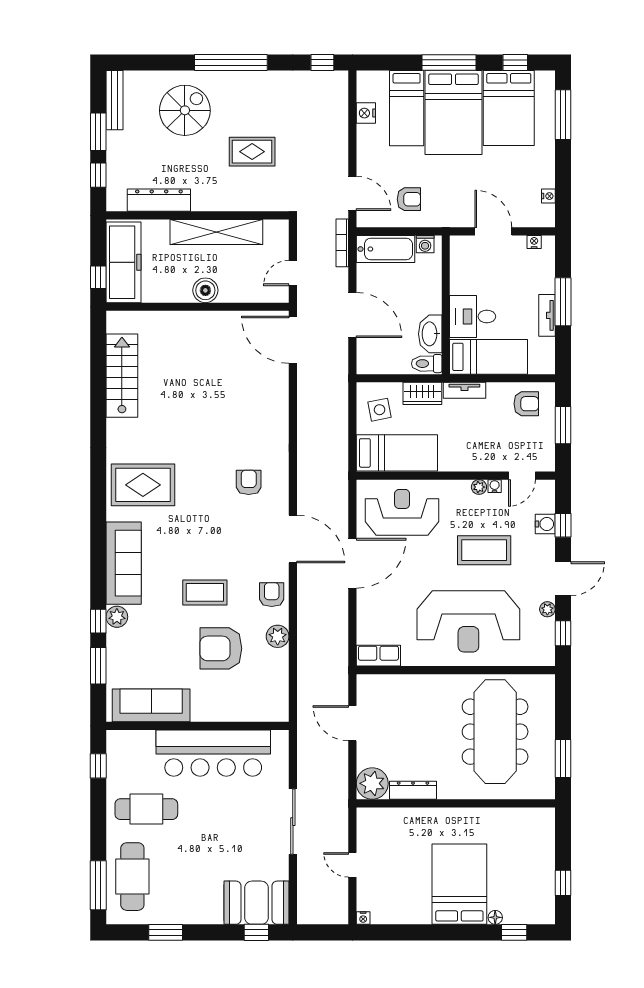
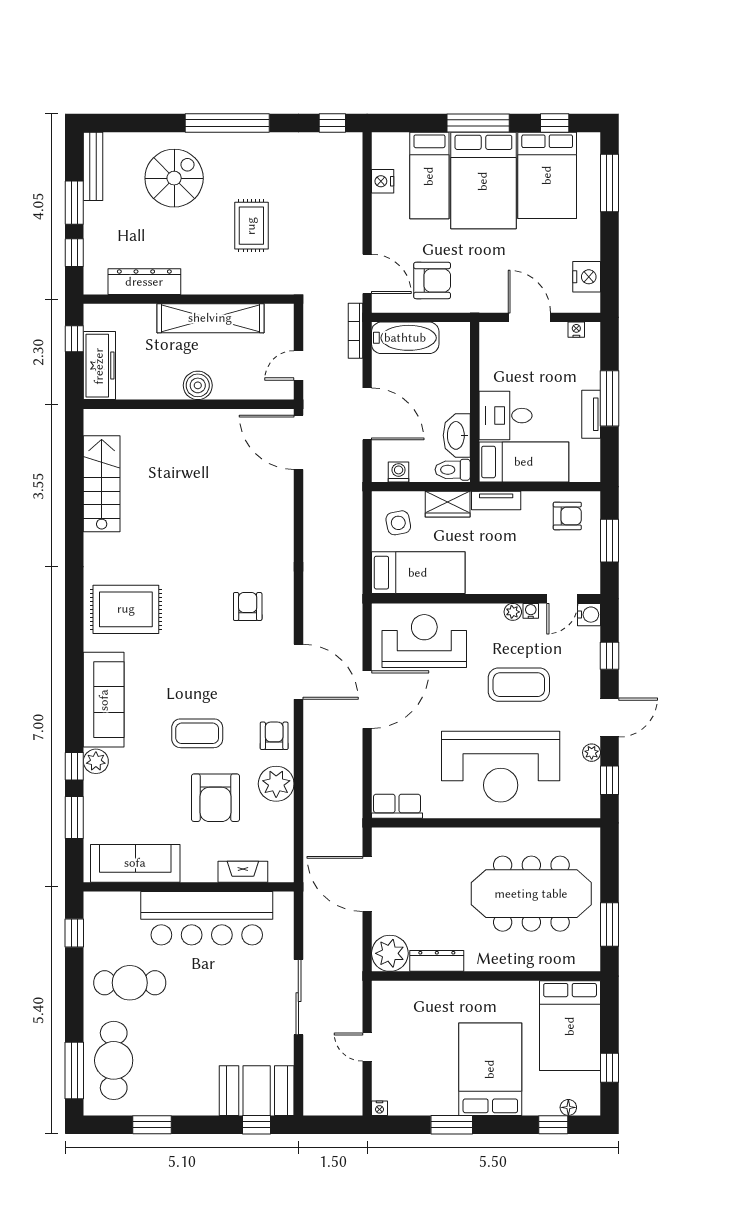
rug: (252, 152) -> (251, 226), turned 90
nightstand: (548, 196) -> (587, 277), width x1.89, depth x1.79
armchair: (409, 199) -> (432, 280), width x1.38, depth x1.38
washing machine: (425, 244) -> (399, 472), moved, turned 180
freezer: (124, 262) -> (99, 366), width x0.73, depth x0.79
window: (98, 277) -> (74, 339), moved
water cooler: (545, 524) -> (589, 615), moved
plant: (278, 636) -> (276, 784), width x1.36, depth x1.36
armchair: (221, 648) -> (215, 798), turned -90
fireplace: (245, 713) -> (243, 872), added
door: (352, 723) -> (367, 884), width x1.36
meeting table: (495, 732) -> (531, 894), turned 90
bed: (529, 846) -> (570, 1026), added
floor lamp: (495, 917) -> (568, 1107), moved
window: (426, 932) -> (452, 1125), added

